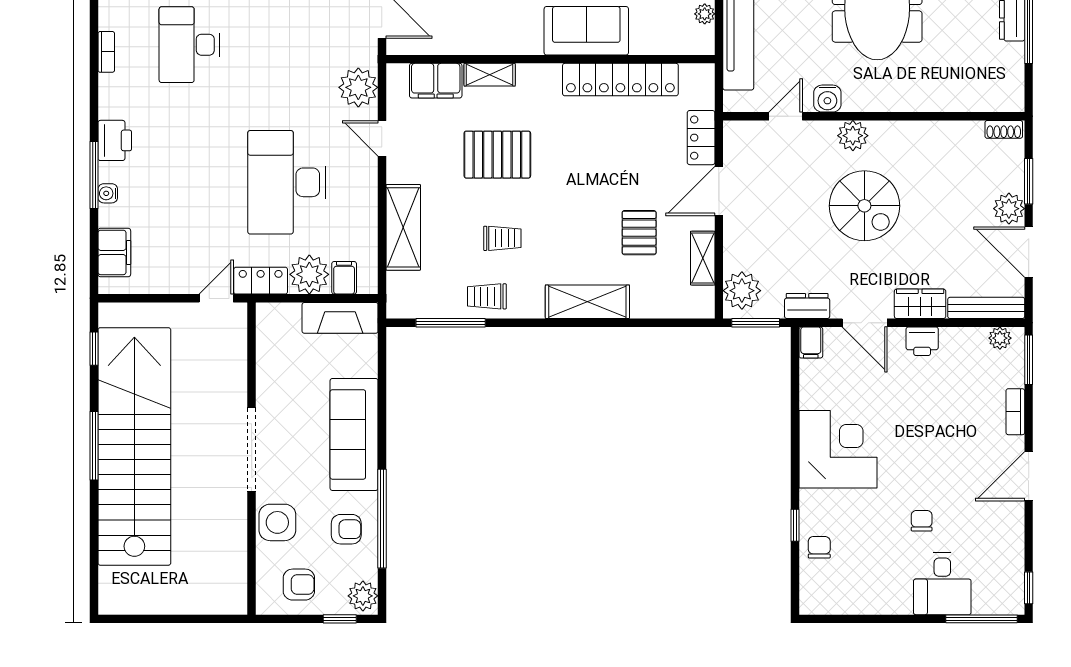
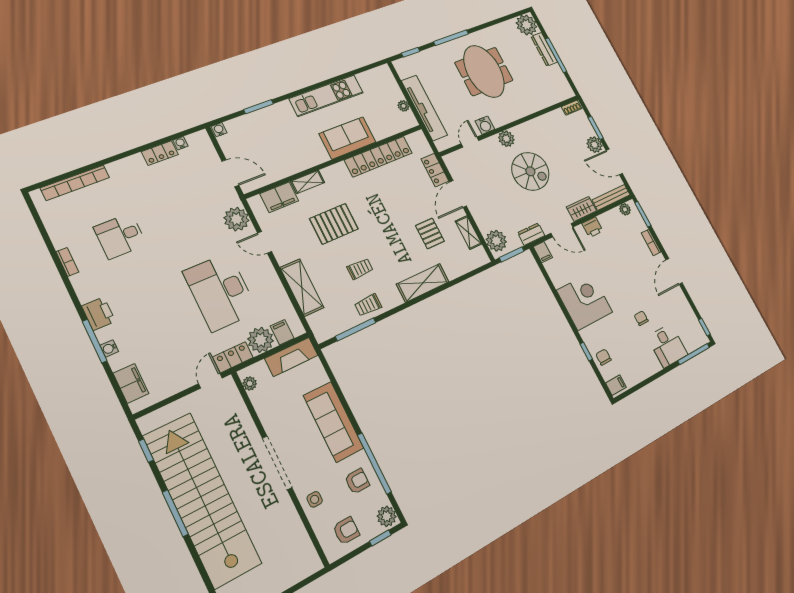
desk: (189, 45) -> (120, 236), width x0.73
plant: (266, 327) -> (250, 383), added
side table: (277, 522) -> (315, 499), width x0.54, depth x0.54
filing cabinet: (815, 598) -> (616, 385), added

